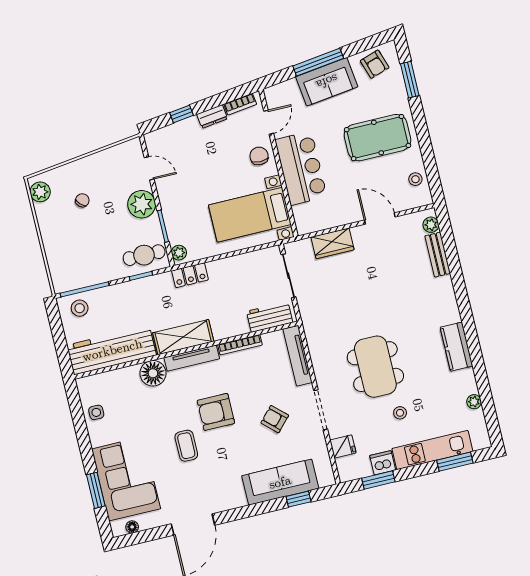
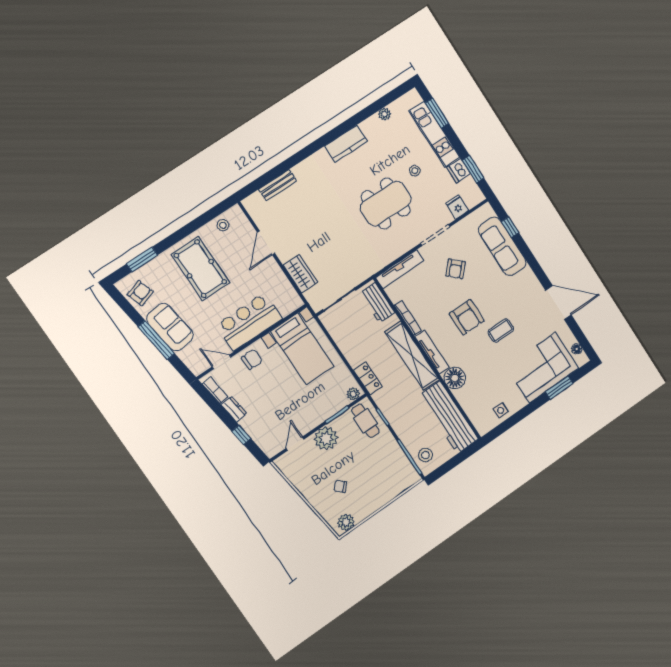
chair: (259, 156) -> (252, 359), turned 180
plant: (431, 225) -> (256, 199), removed
shelving: (183, 337) -> (412, 356), width x1.47

